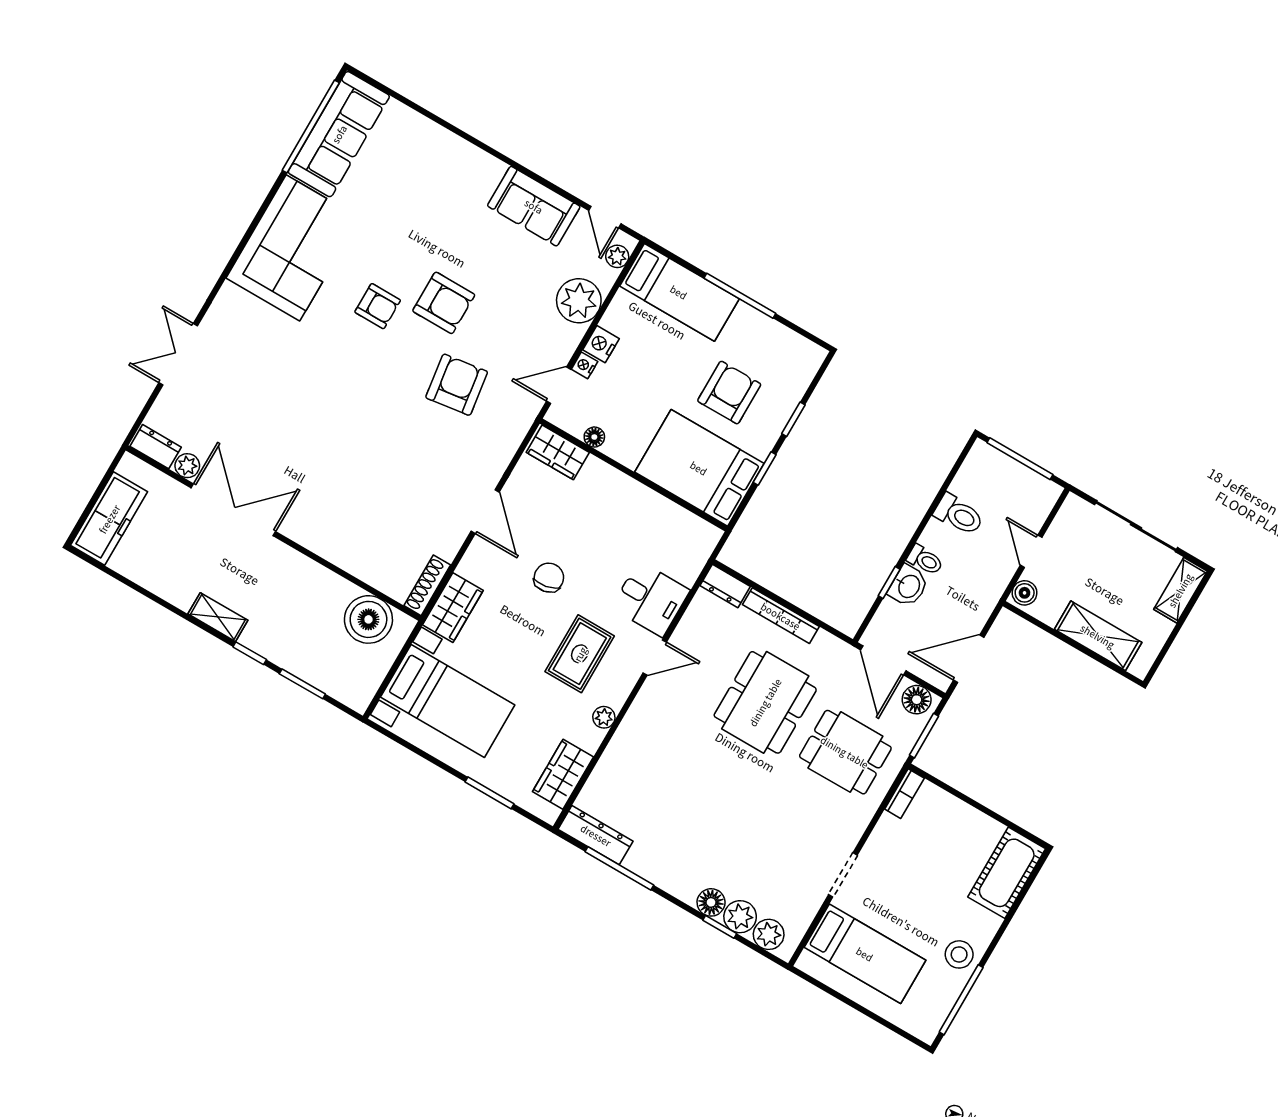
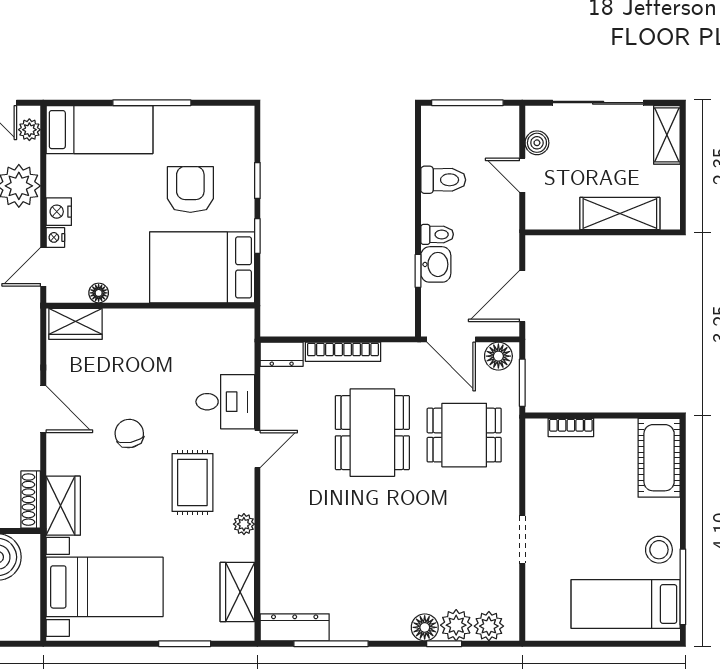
boiler: (1025, 593) -> (537, 143), moved
bookcase: (904, 794) -> (571, 427), moved, turned 90
bed: (865, 954) -> (626, 604), moved, turned 180

